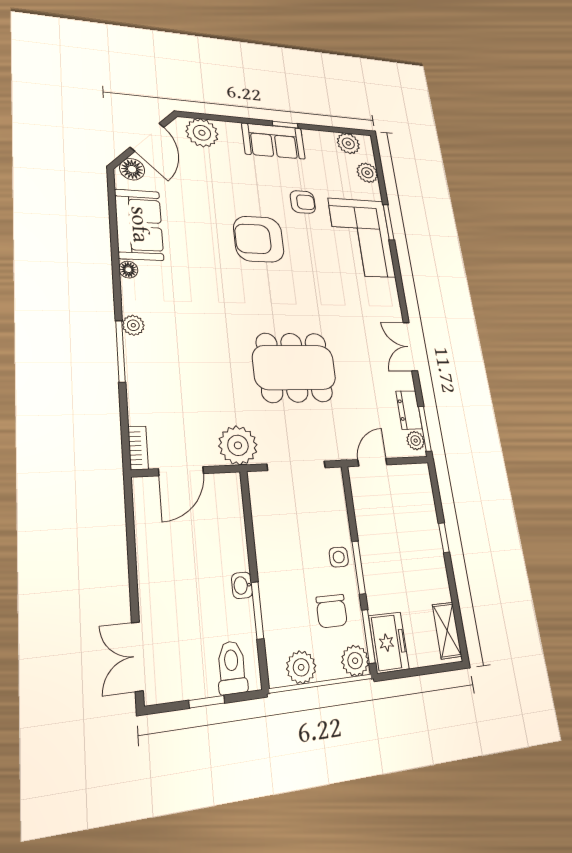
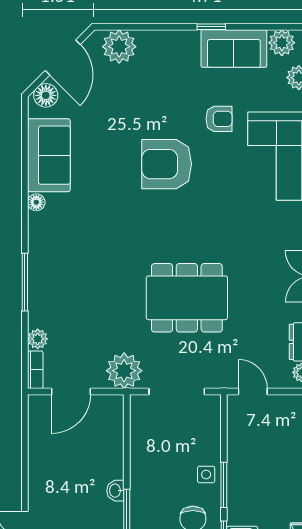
sofa: (274, 141) -> (234, 49), moved
plant: (133, 325) -> (38, 339), moved
door: (372, 462) -> (253, 392), hinge flipped

